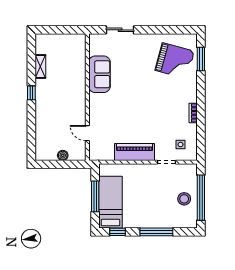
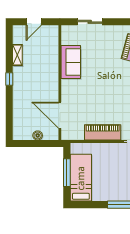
door: (58, 30) -> (34, 22), added
door: (87, 133) -> (60, 115), width x1.87
window: (117, 232) -> (87, 205), removed

